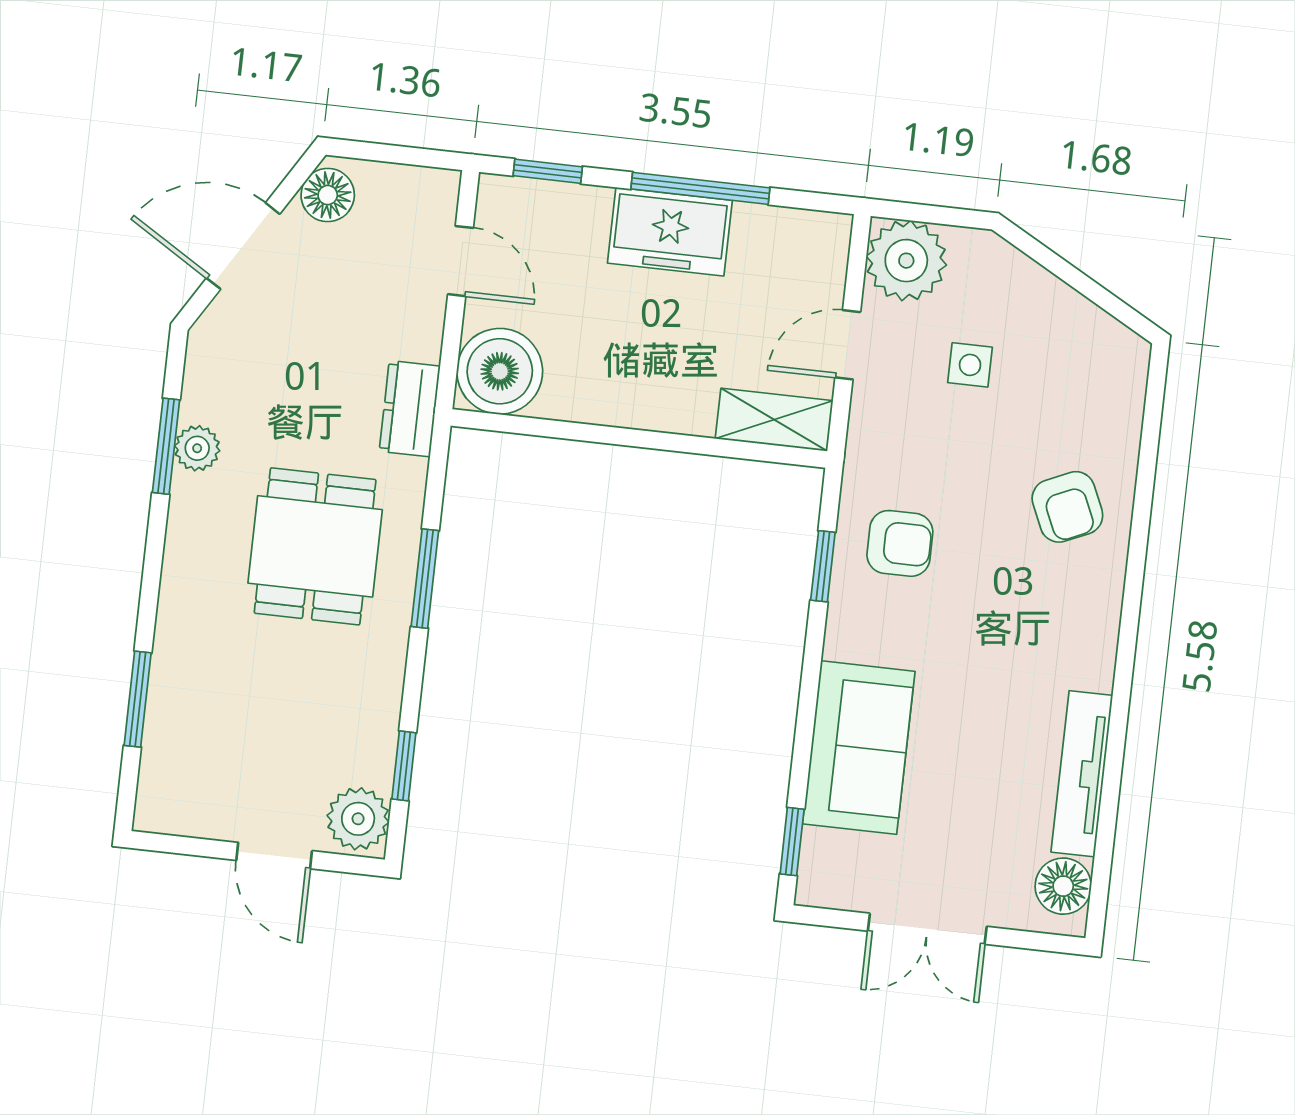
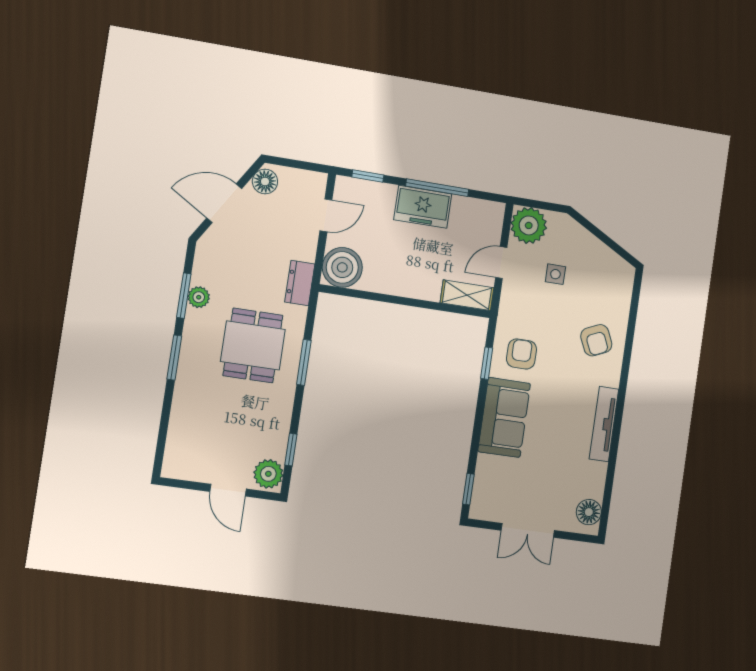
door: (461, 261) -> (326, 215), hinge flipped
armchair: (900, 543) -> (521, 354), turned -90
window: (138, 699) -> (174, 358), moved
sofa: (859, 748) -> (504, 417), moved
tv unit: (1082, 774) -> (604, 424), moved

